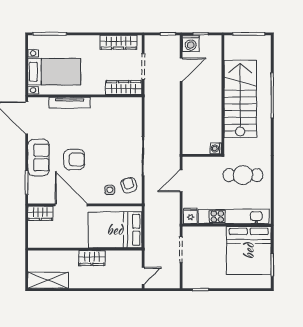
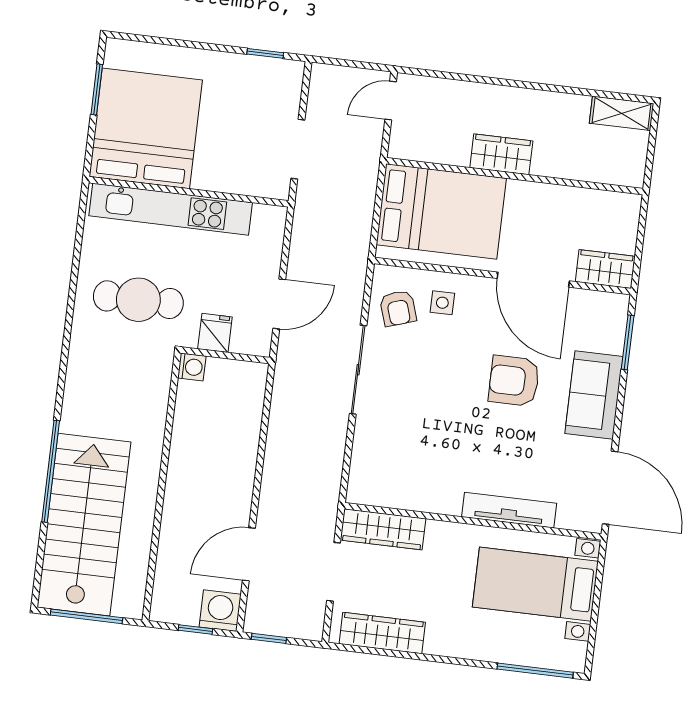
stairs: (240, 99) -> (84, 525), moved, turned 180
fridge: (190, 216) -> (215, 333), moved, turned 180
shelving: (48, 280) -> (622, 113), width x0.67, depth x0.75

